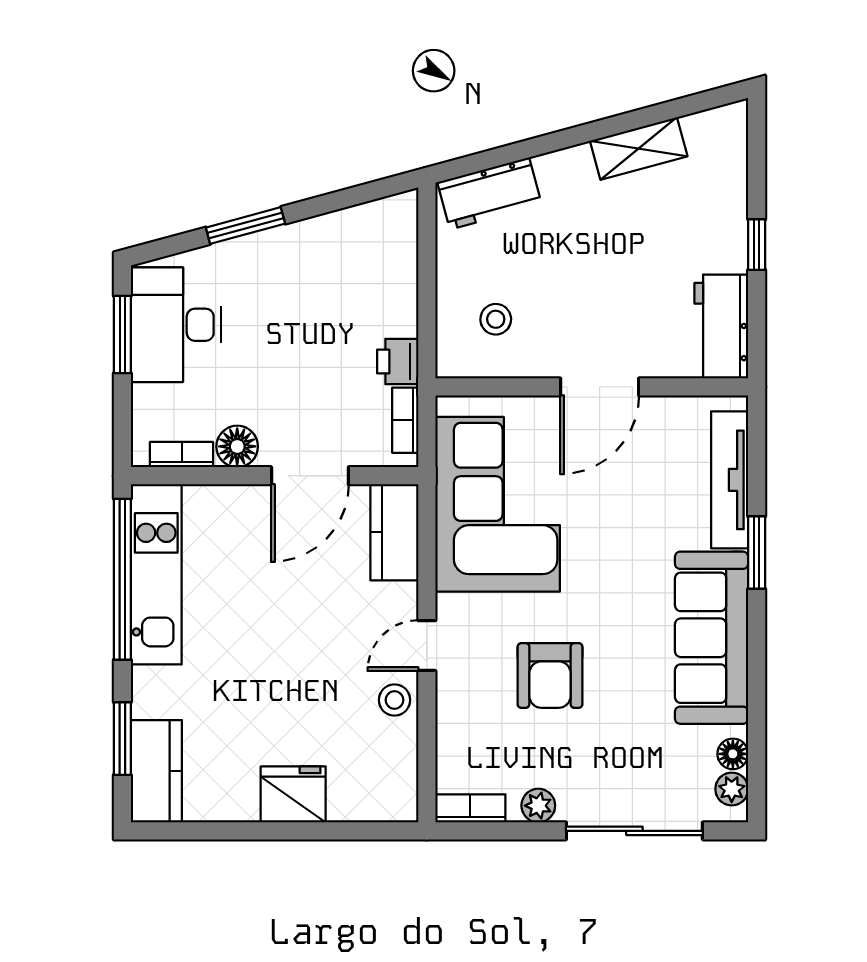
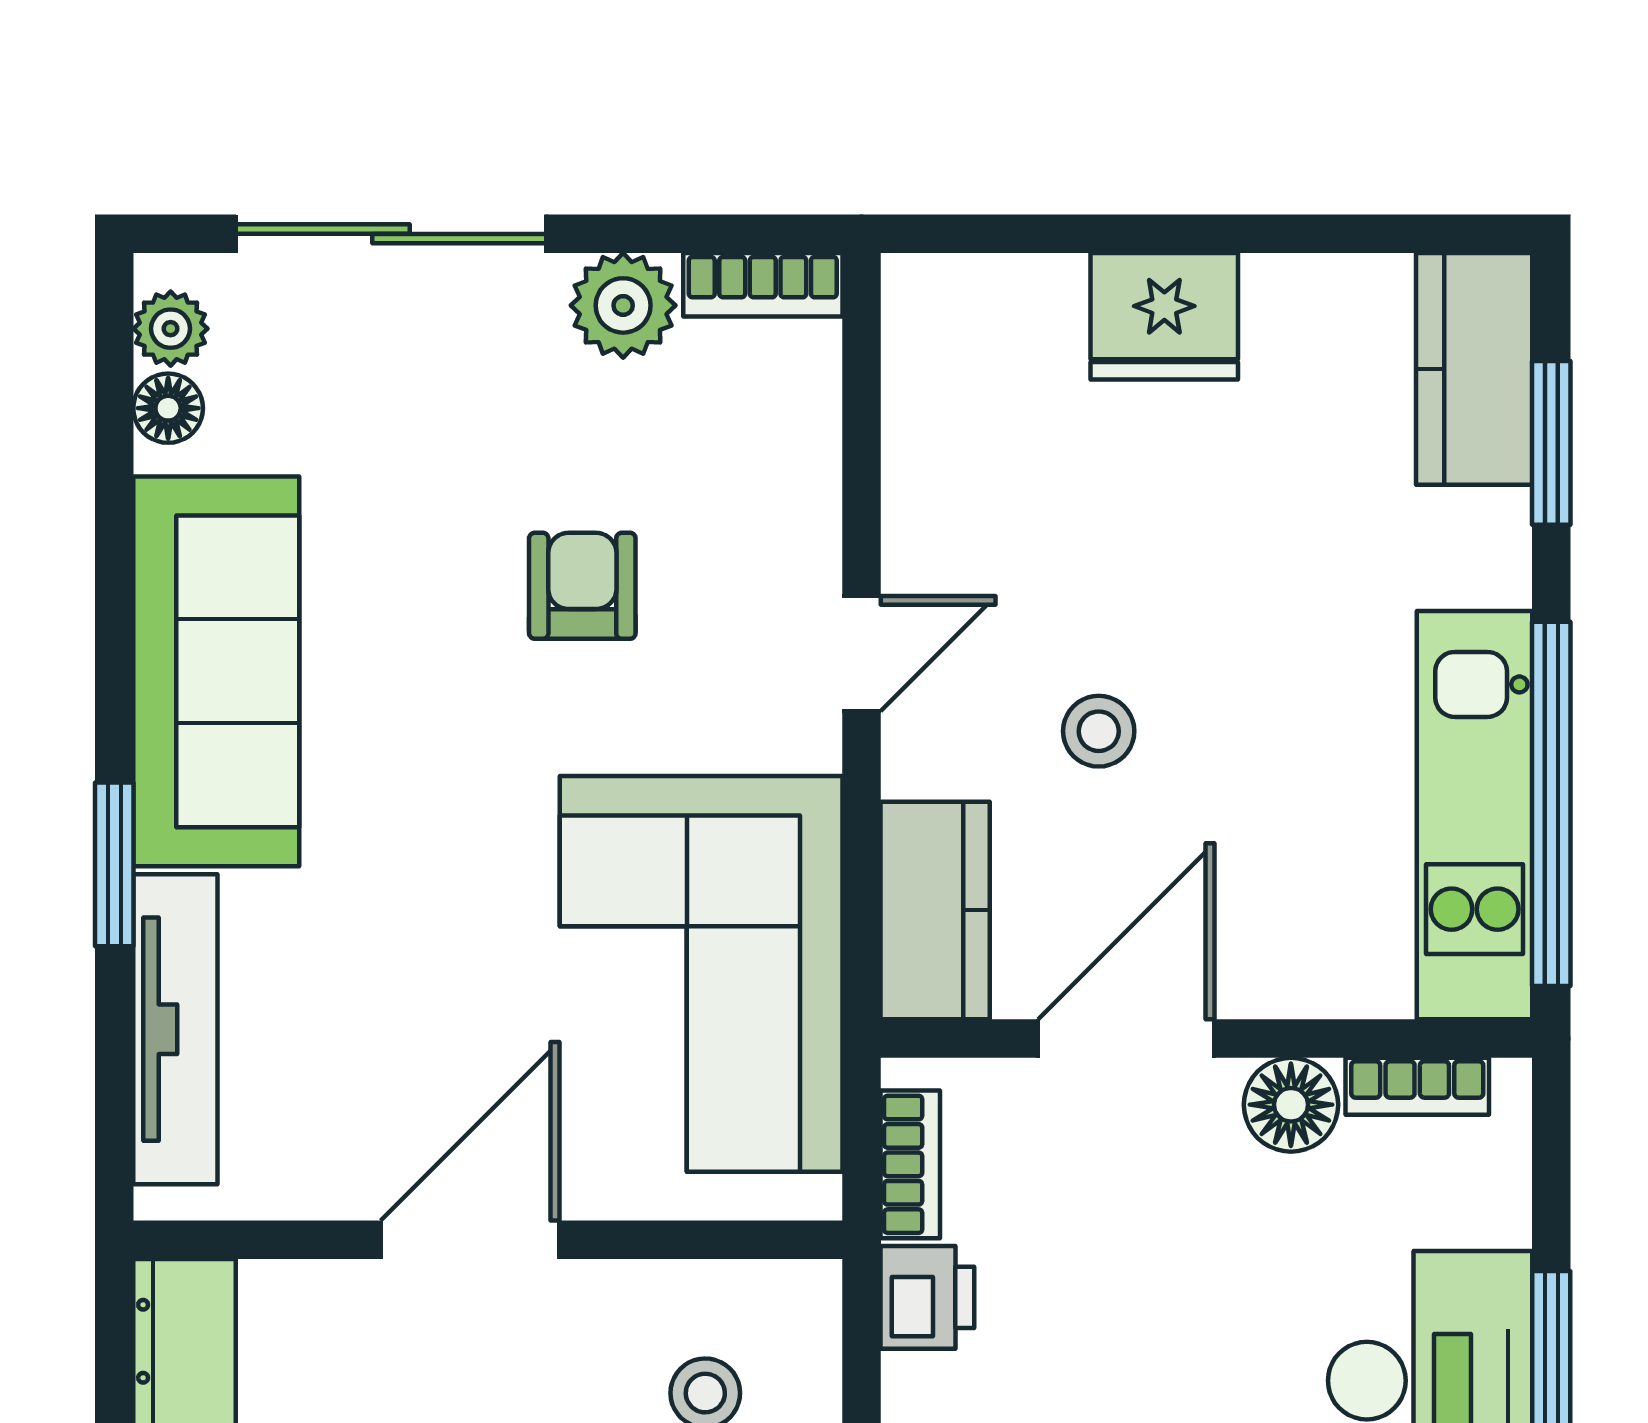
armchair: (550, 676) -> (582, 586), width x0.72, depth x0.72
stool: (394, 700) -> (1099, 731), moved
plant: (538, 806) -> (623, 305), width x1.38, depth x1.38

